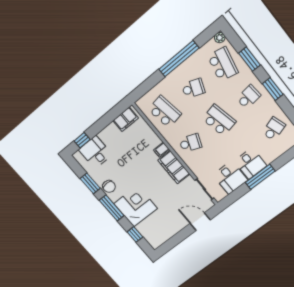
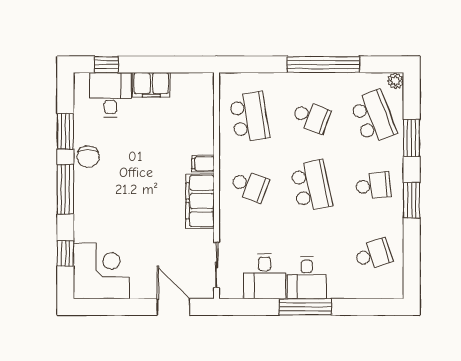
school desk: (223, 64) -> (373, 117), turned -33
filing cabinet: (126, 119) -> (151, 85), moved
corner desk: (136, 206) -> (101, 271), moved

